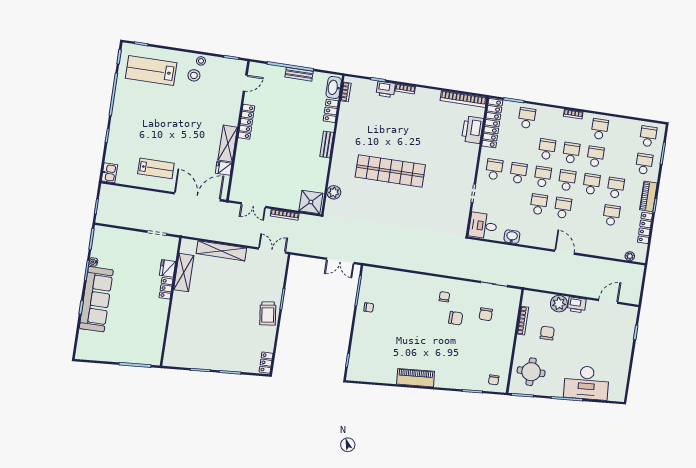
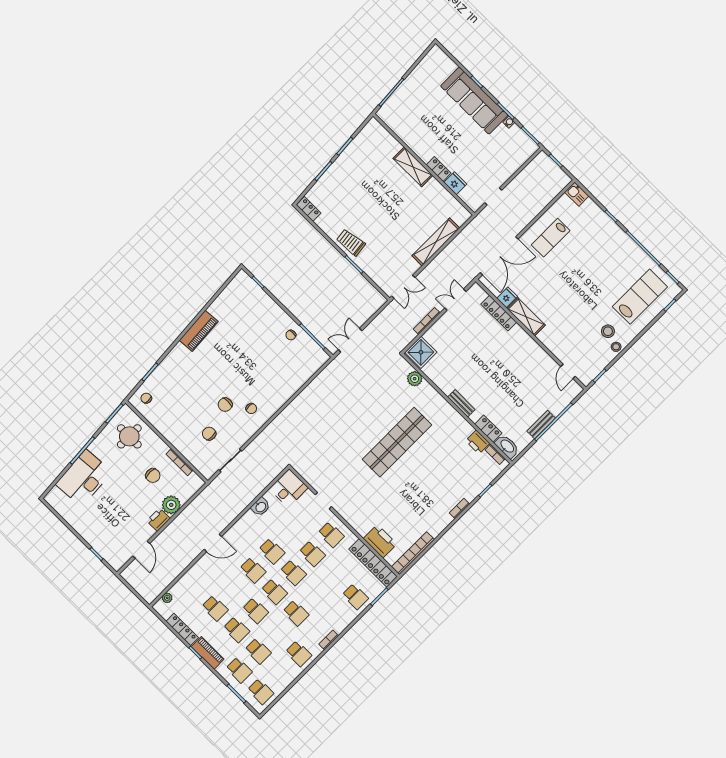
printer: (386, 89) -> (478, 442), moved, turned -90
locker: (246, 122) -> (499, 313), moved
school desk: (547, 149) -> (315, 594), removed
school desk: (595, 157) -> (258, 651), moved
shelving: (184, 273) -> (413, 167), moved

